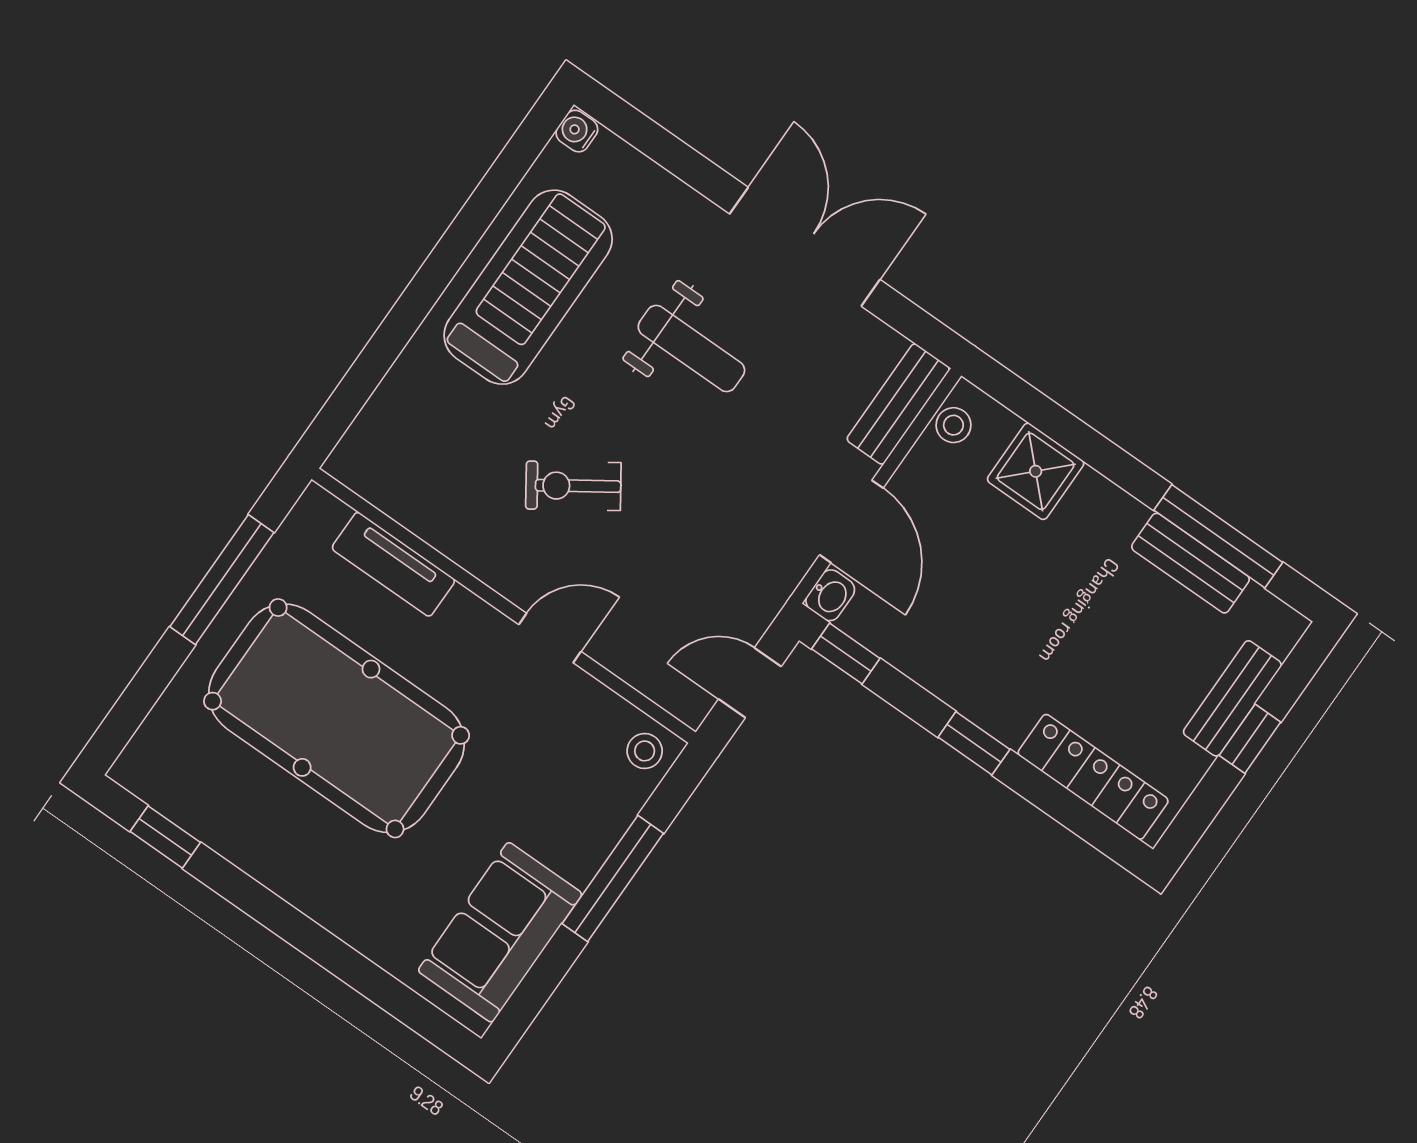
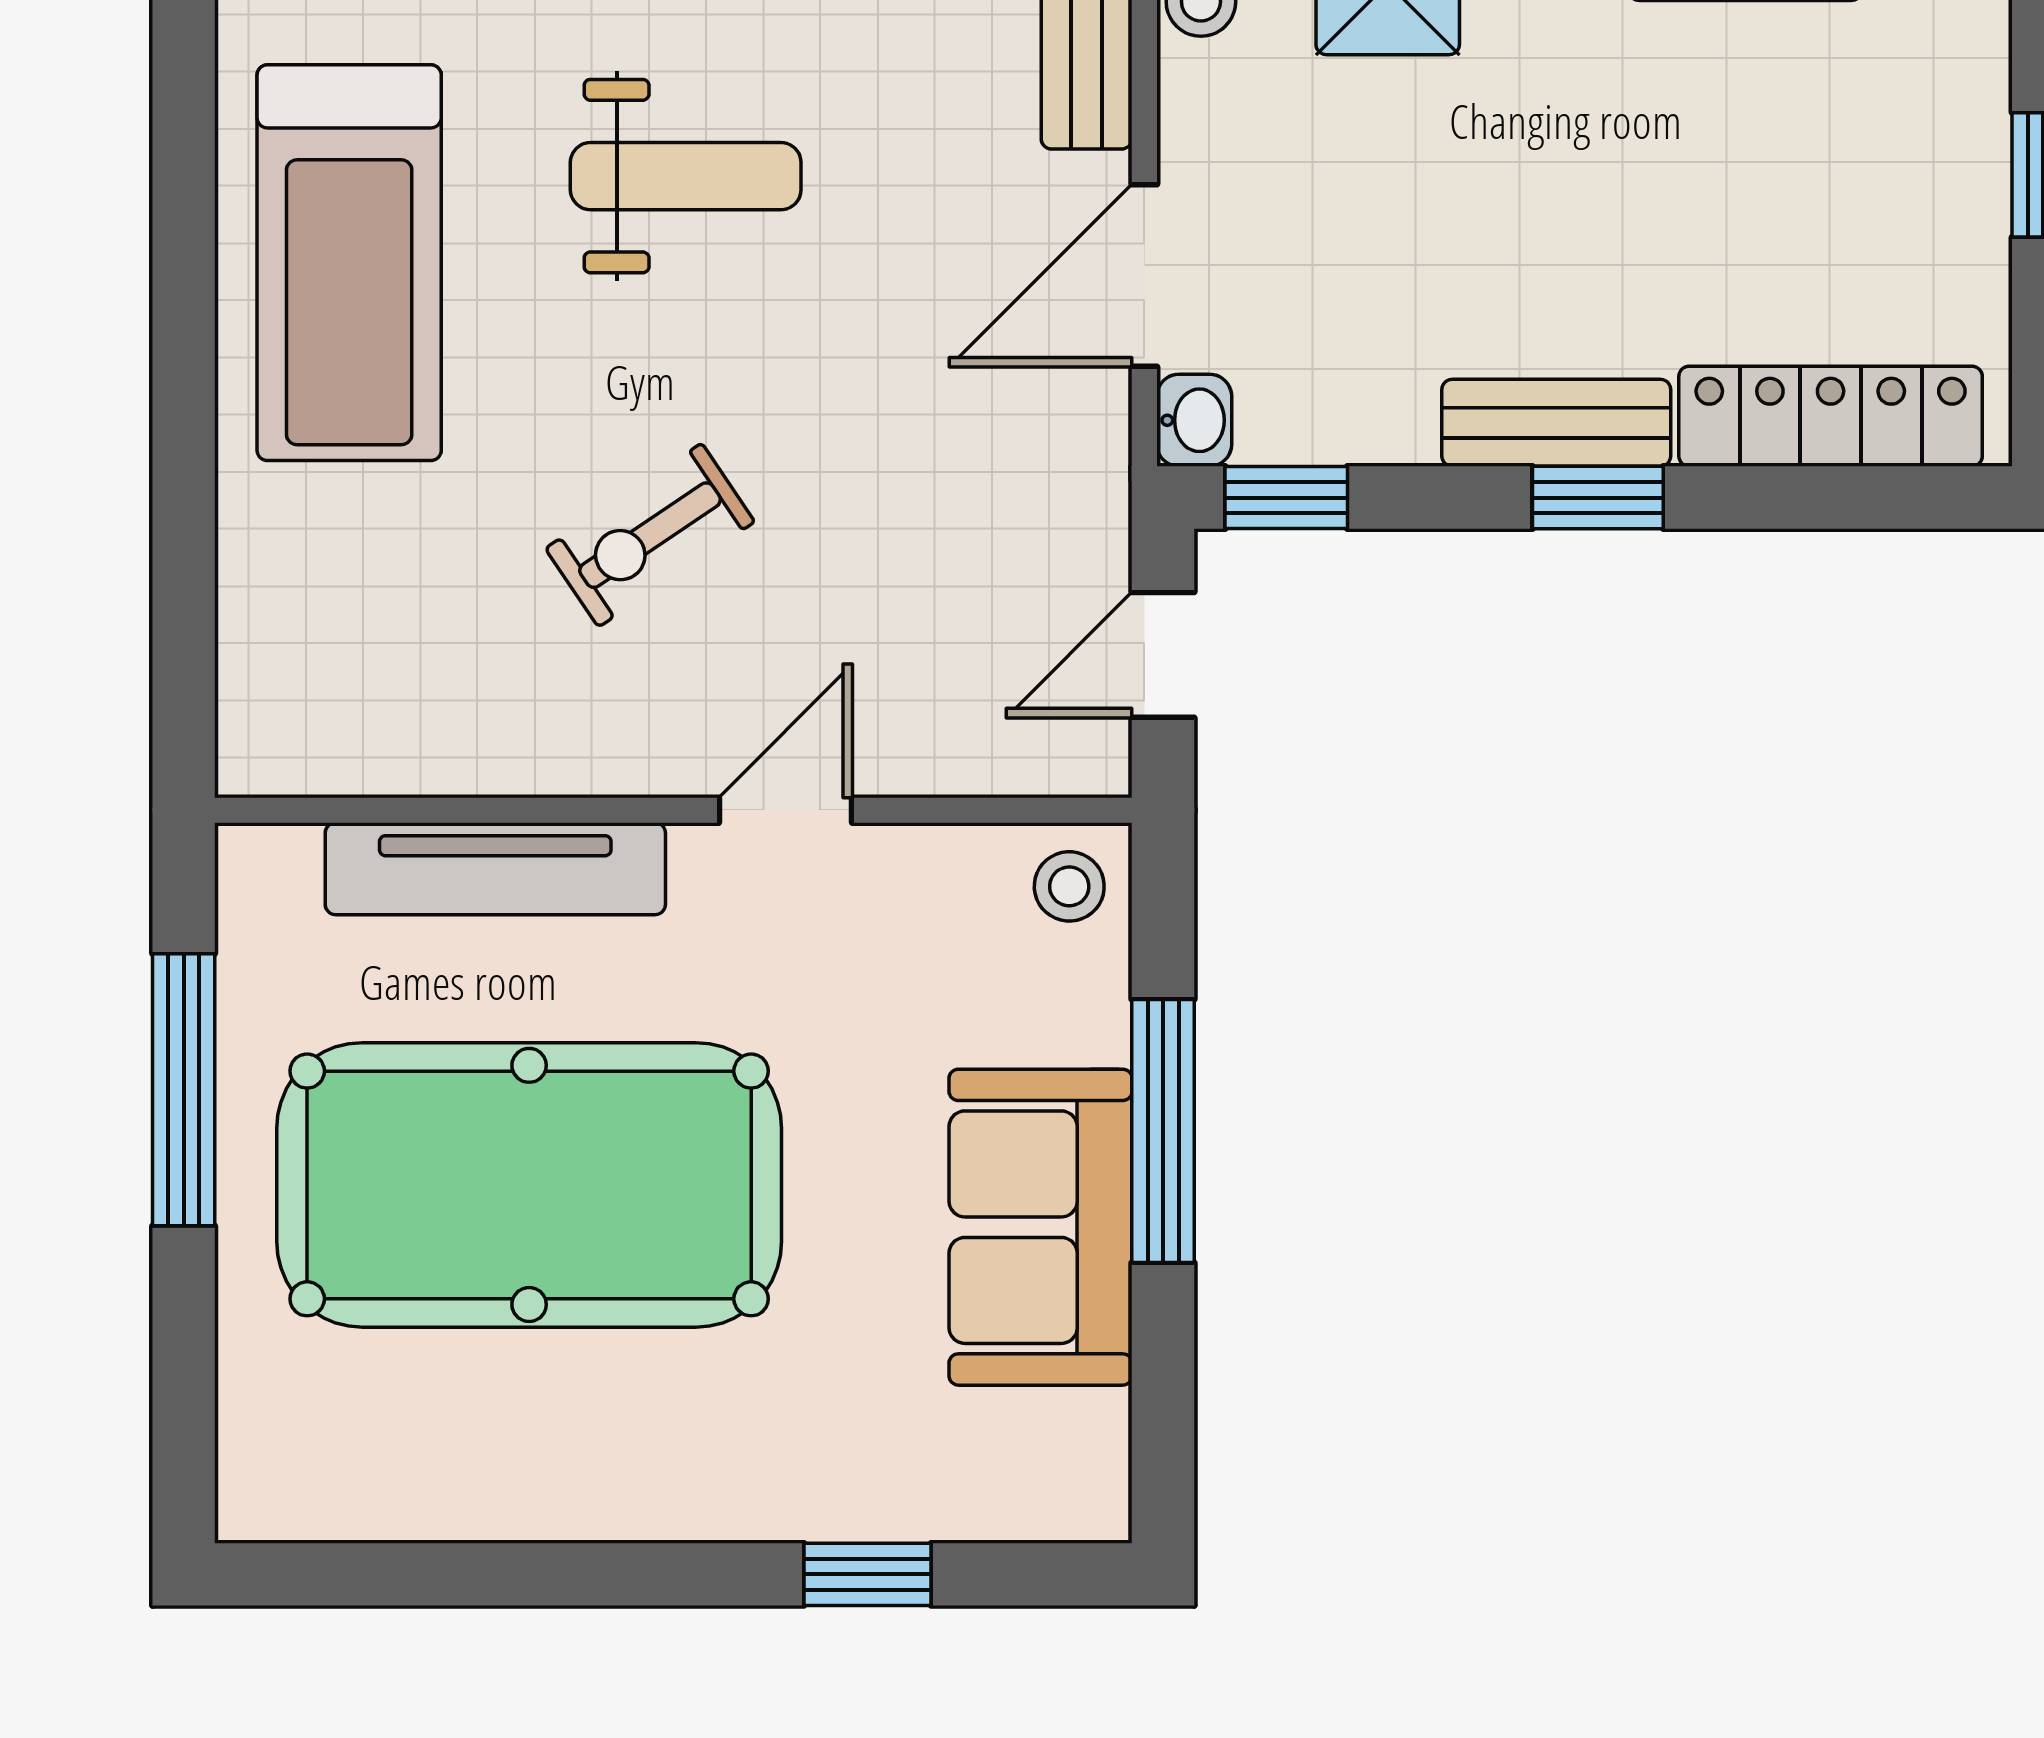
treadmill: (528, 287) -> (349, 263), turned 180
door: (851, 521) -> (1144, 275), swing flipped
tv unit: (393, 564) -> (495, 869), width x1.41
bench: (1232, 698) -> (1556, 423), moved, turned 90
window: (165, 837) -> (868, 1574), moved
sofa: (500, 932) -> (1041, 1227), moved

